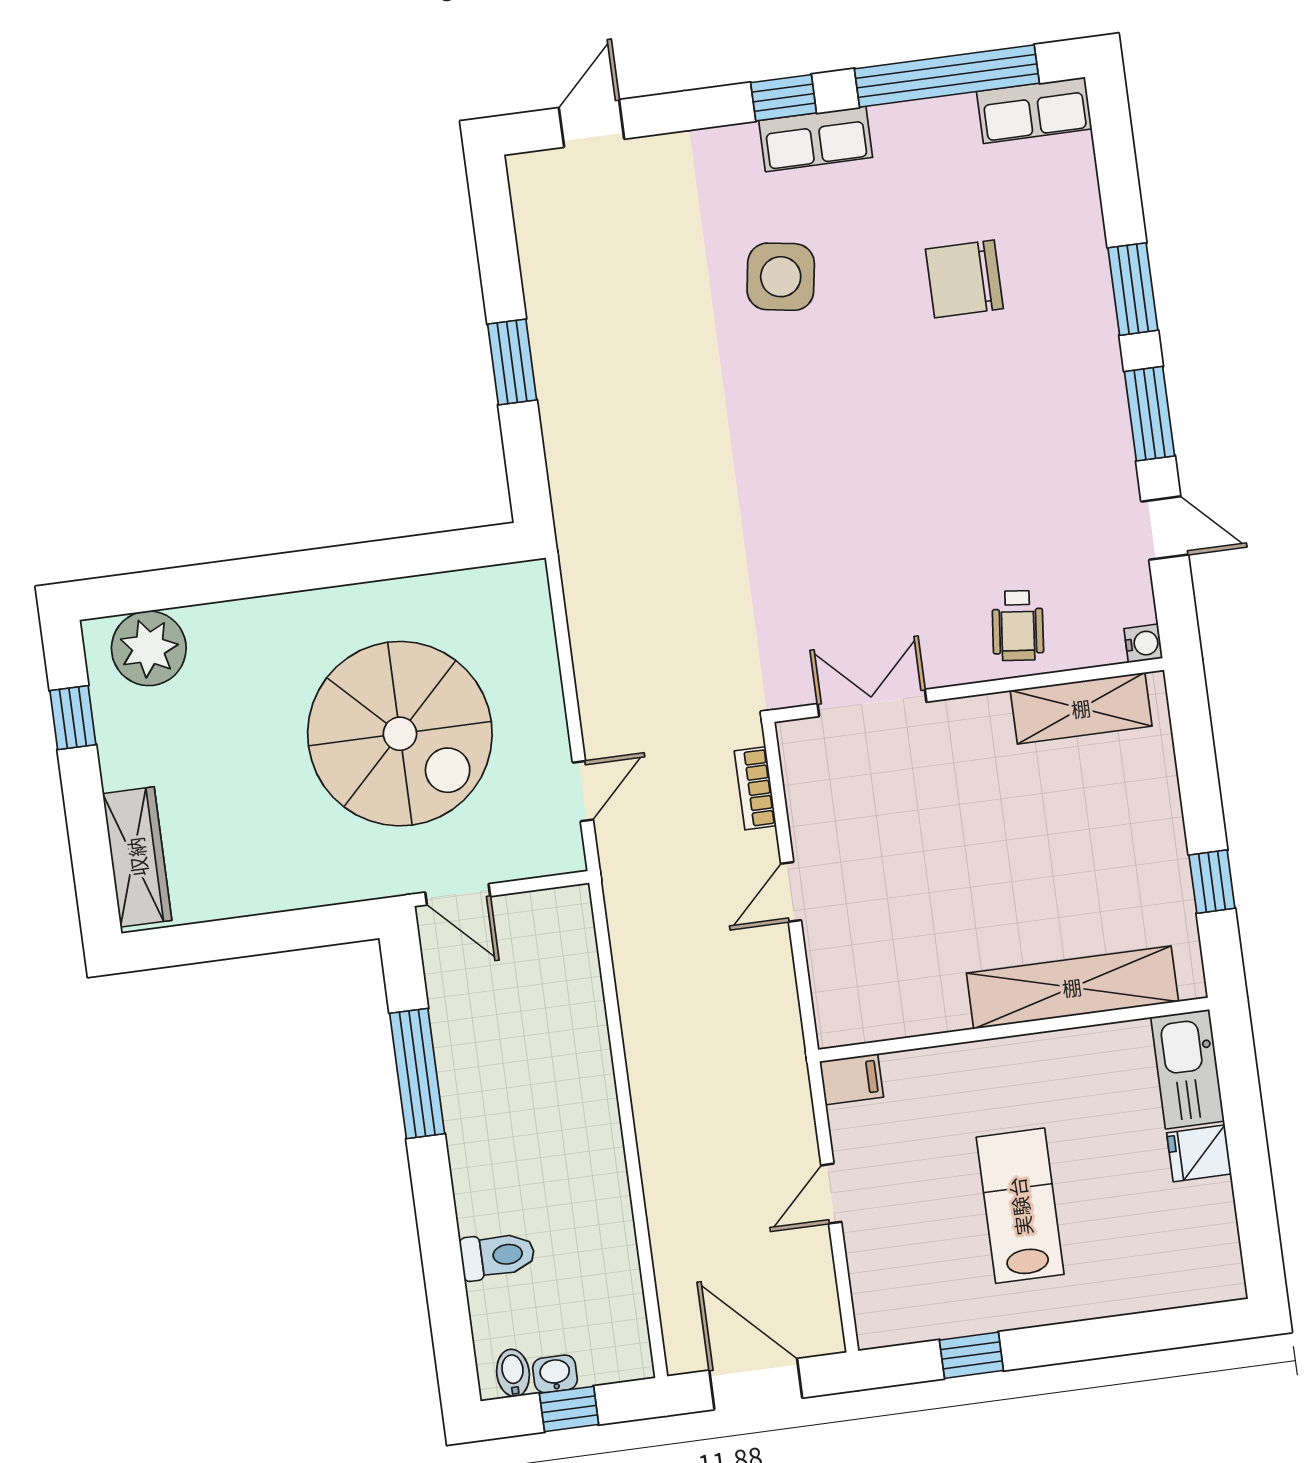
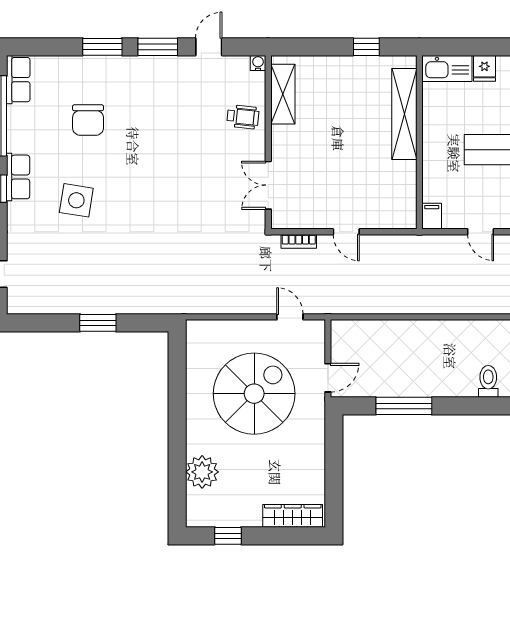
plant: (149, 648) -> (202, 472), moved

